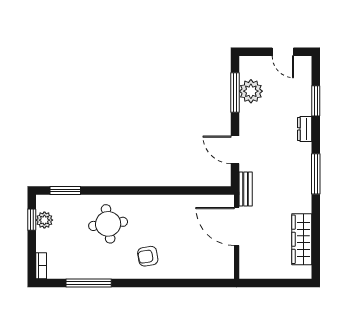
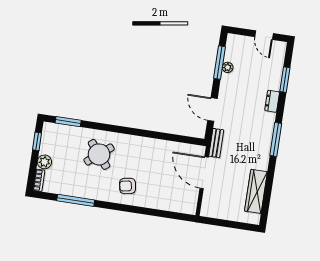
plant: (251, 91) -> (228, 67), width x0.53, depth x0.53
plant: (44, 220) -> (44, 162), moved
round table: (108, 224) -> (99, 154), turned -31

